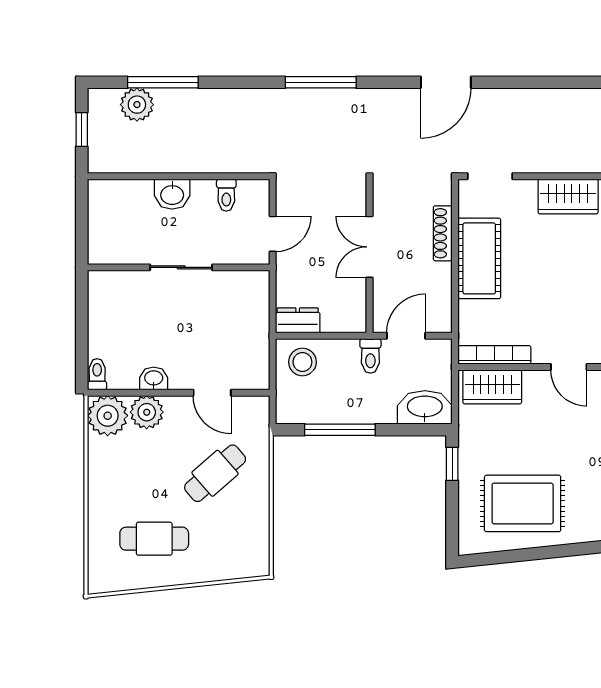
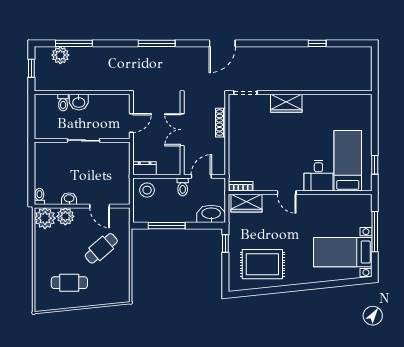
toilet: (226, 195) -> (63, 103), moved
cot: (479, 258) -> (240, 136), removed
bookcase: (494, 355) -> (241, 186), width x0.64

